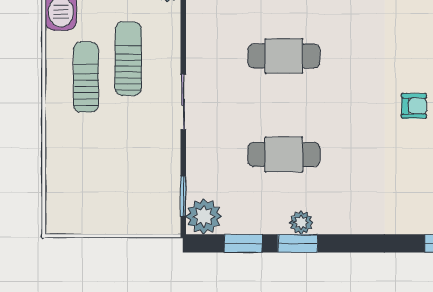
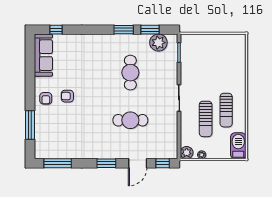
cafe table: (284, 154) -> (130, 73), turned 90
plant: (204, 216) -> (158, 43), moved
plant: (301, 222) -> (122, 40), removed

